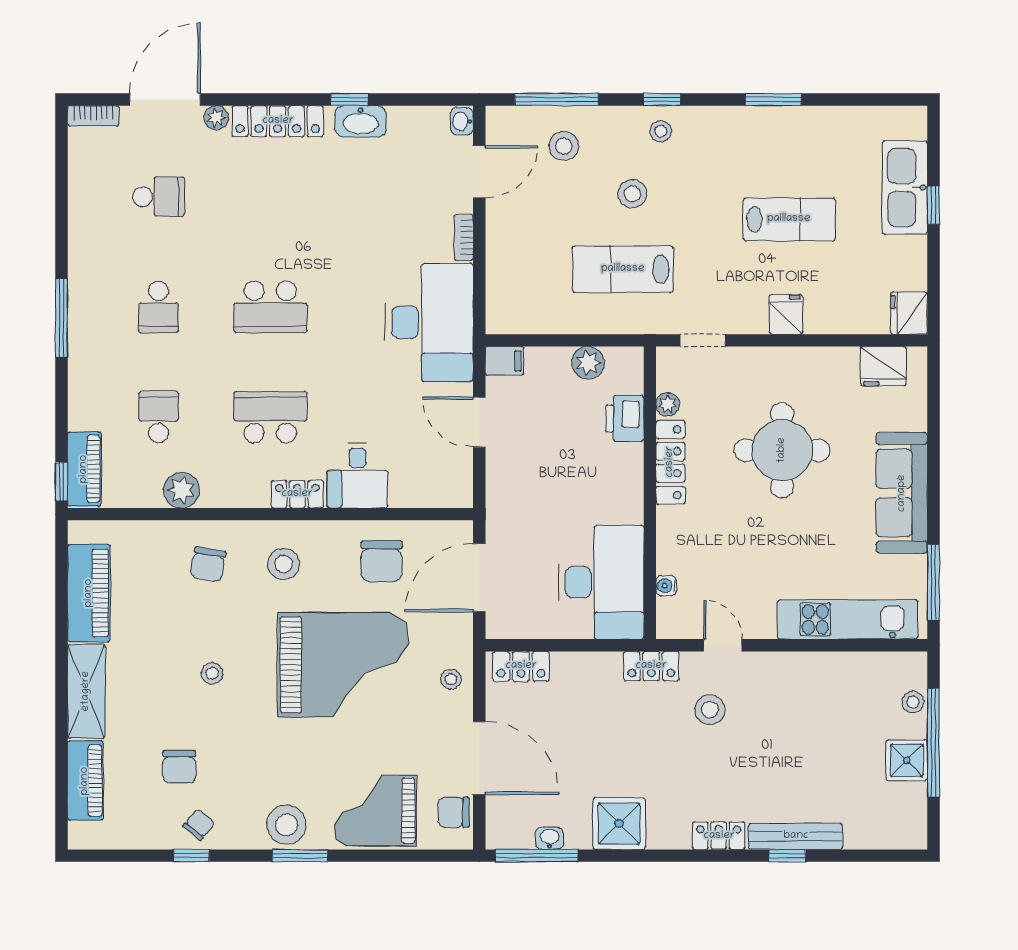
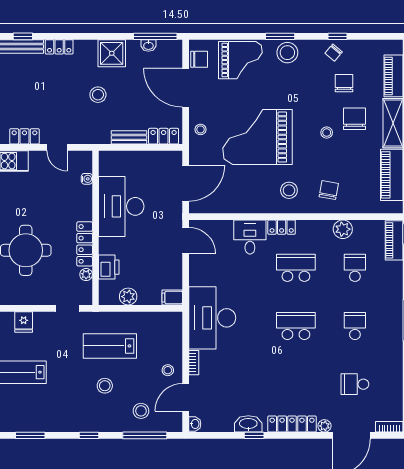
stool: (661, 131) -> (168, 370), moved
lab bench: (623, 269) -> (110, 346), turned 180
school desk: (159, 417) -> (355, 268), turned 180
school desk: (270, 417) -> (296, 268), turned 180
door: (479, 422) -> (186, 241), moved
chair: (381, 561) -> (355, 119), moved
desk: (601, 582) -> (121, 206), moved
bench: (587, 664) -> (129, 137), added
locker: (651, 666) -> (24, 136), moved
stool: (710, 710) -> (98, 95), moved

